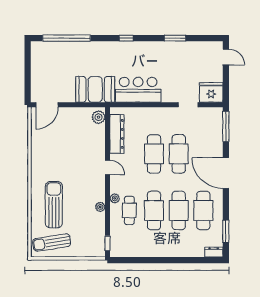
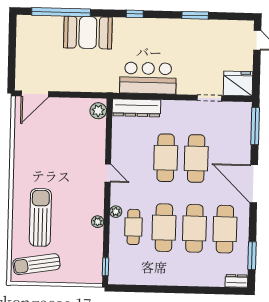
booth: (95, 89) -> (88, 32), moved
dresser: (117, 134) -> (136, 108), moved, turned 90

